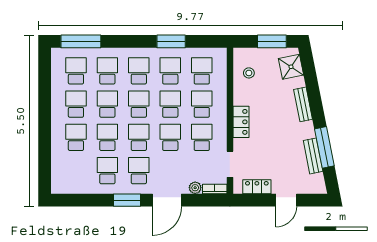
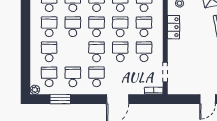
locker: (241, 122) -> (173, 27), moved
school desk: (107, 137) -> (49, 77), moved
locker: (257, 187) -> (186, 89), removed
plant: (195, 188) -> (35, 90), moved
window: (127, 200) -> (60, 99), moved

